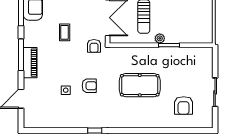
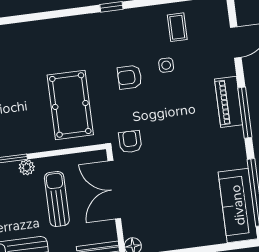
coffee table: (65, 32) -> (177, 27), moved
pool table: (140, 85) -> (70, 105), moved, turned 90

